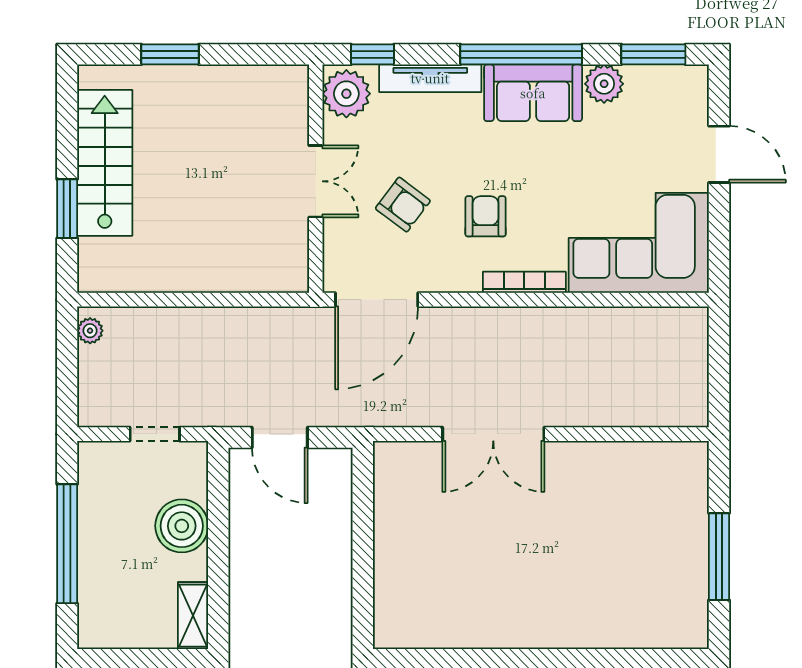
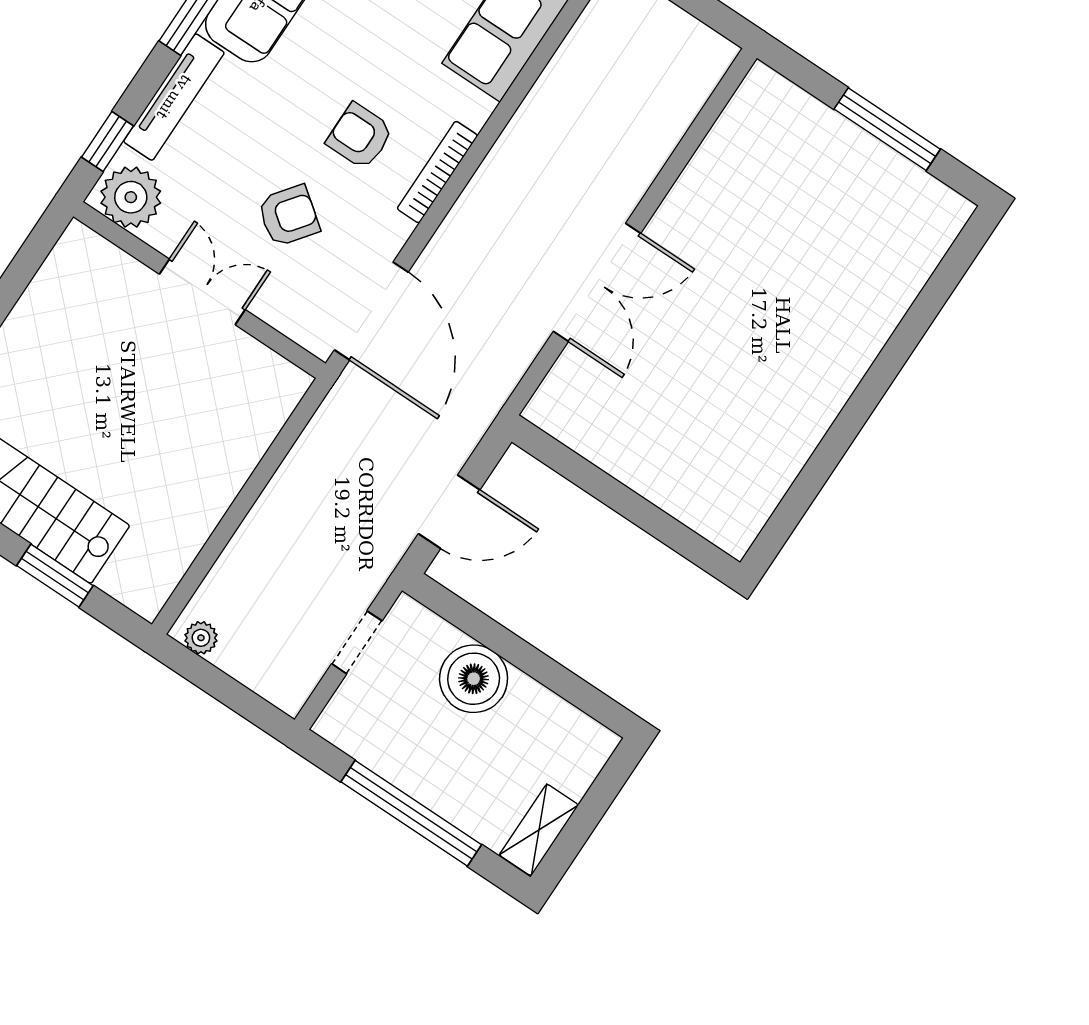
bookcase: (524, 282) -> (437, 172), moved
shelving: (193, 616) -> (539, 830), moved, turned 90

